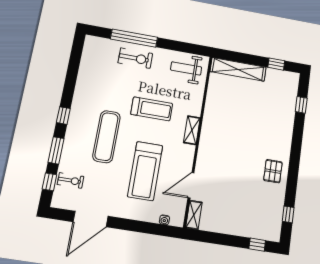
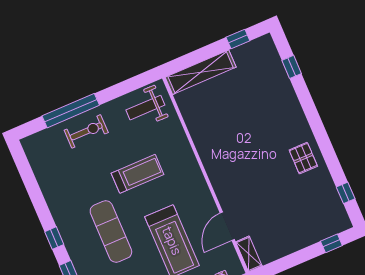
shelving: (192, 130) -> (193, 169), removed

